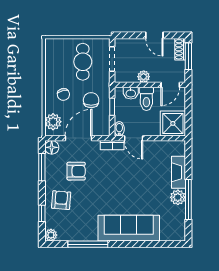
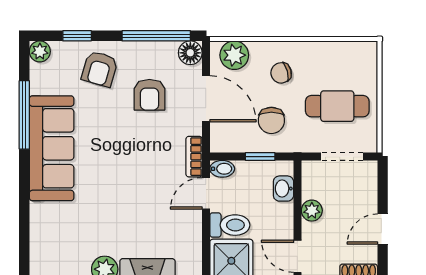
toilet: (146, 99) -> (230, 225), moved, turned 180
chair: (91, 100) -> (271, 120), turned 90
window: (42, 167) -> (156, 36), width x1.44
armchair: (61, 200) -> (100, 69), turned 101
sofa: (129, 228) -> (52, 148), moved

